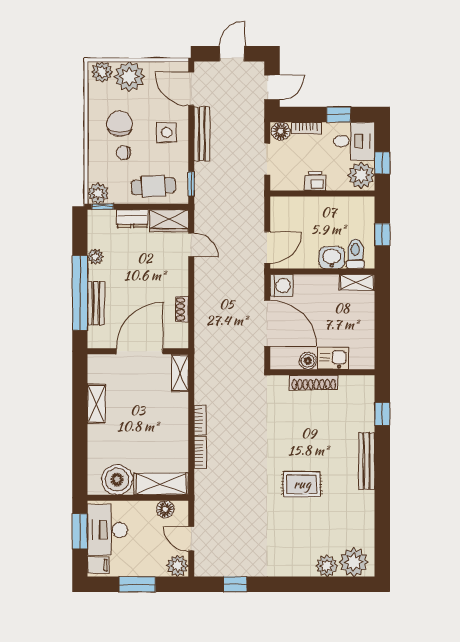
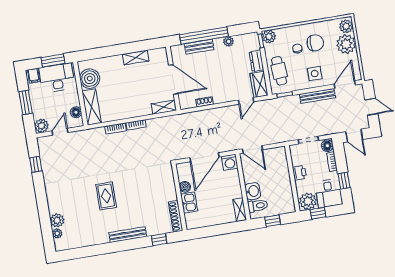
shoe rack: (314, 383) -> (176, 216), moved
plant: (354, 562) -> (57, 233), width x0.53, depth x0.53

